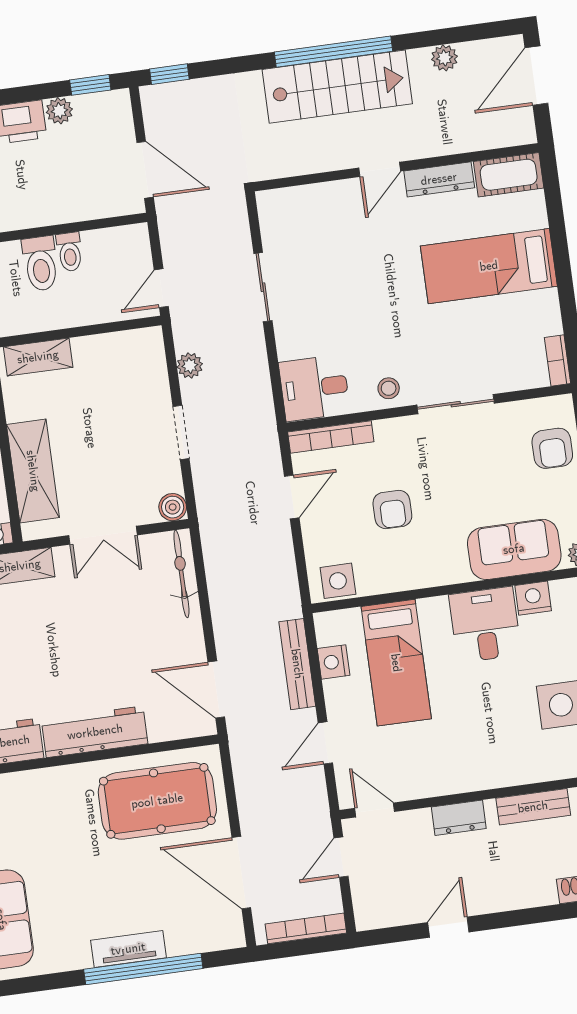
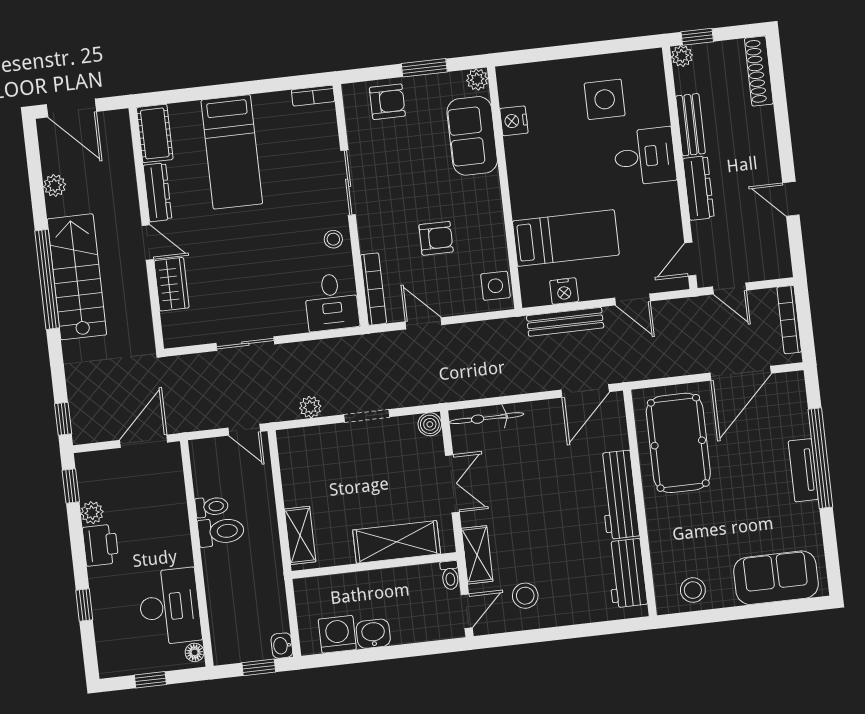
wardrobe: (331, 199) -> (172, 284), added
desk: (485, 625) -> (645, 156), moved, turned 180
dresser: (459, 818) -> (698, 188), width x1.44

